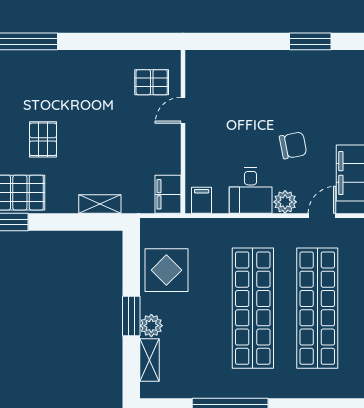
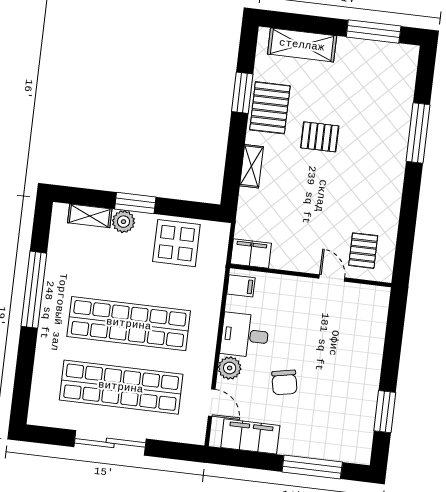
shelving: (100, 204) -> (252, 166), moved

